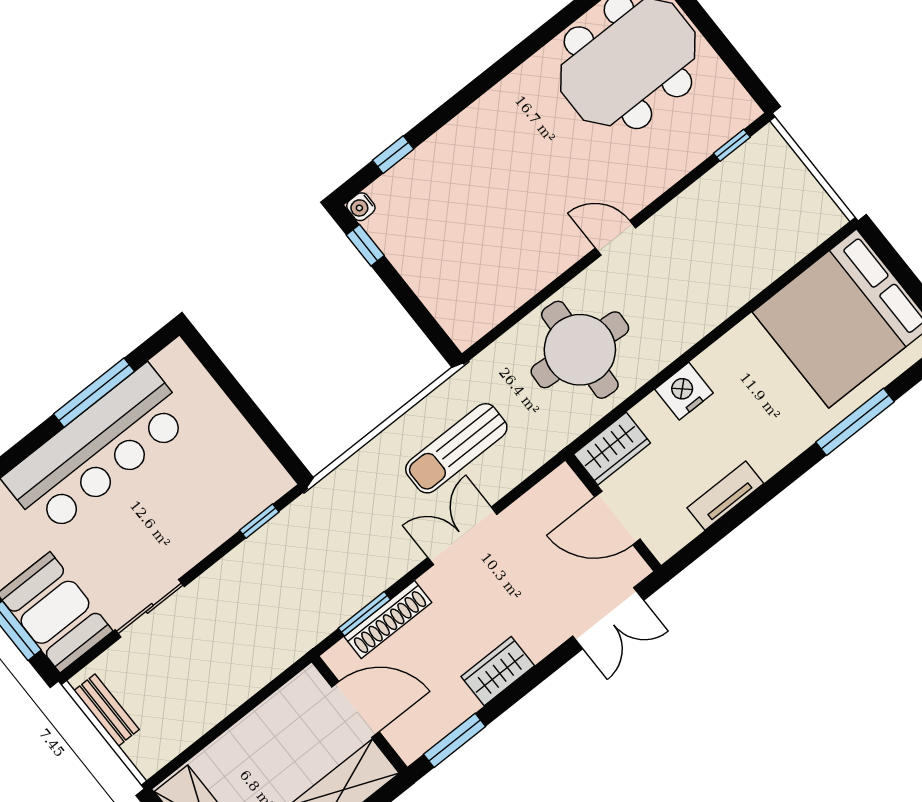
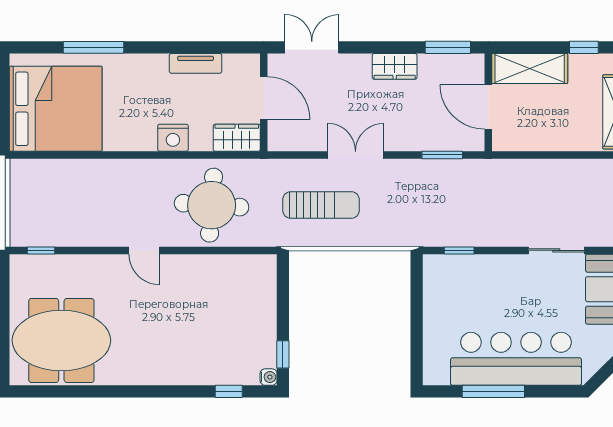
double door: (462, 536) -> (356, 155), swing flipped
shoe rack: (388, 620) -> (432, 142), removed

